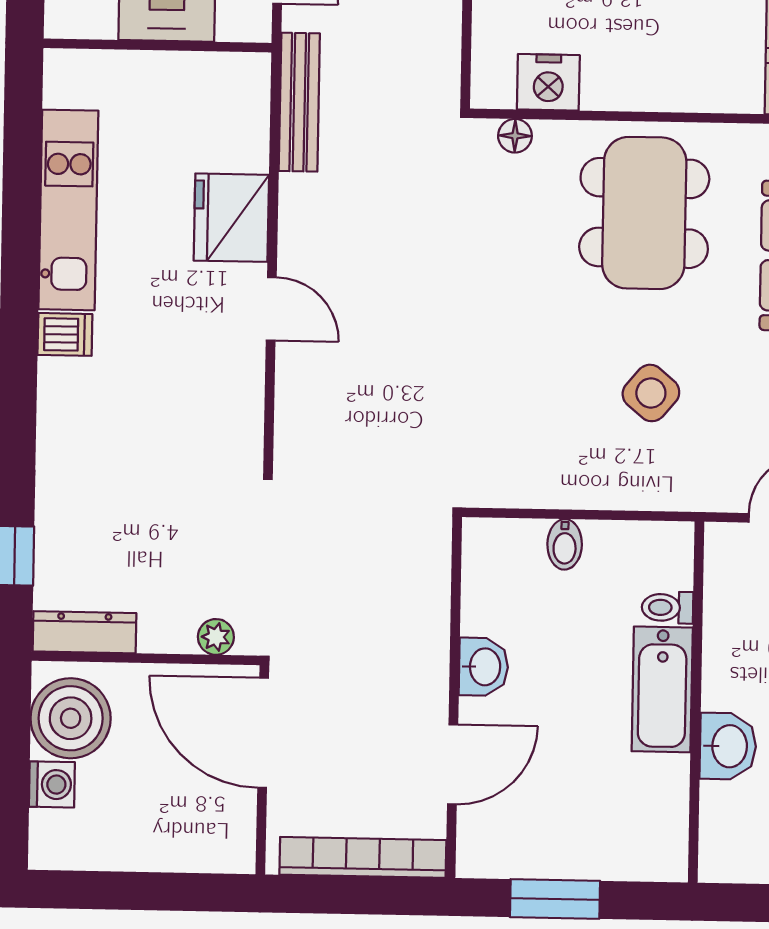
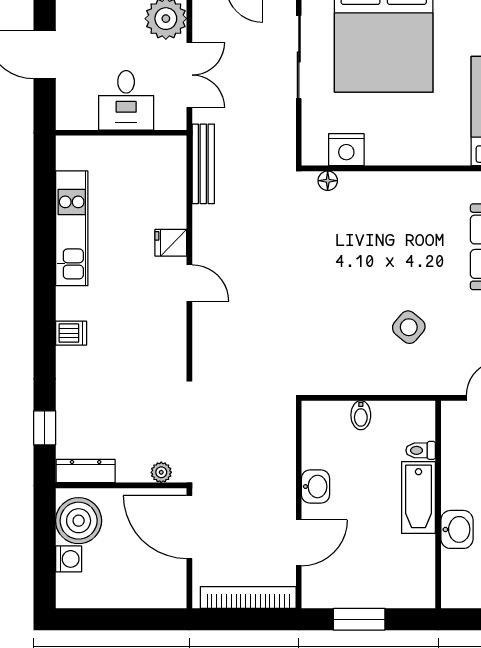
dining table: (644, 213) -> (403, 224), removed
fridge: (231, 218) -> (171, 243), width x0.53, depth x0.75
dishwasher: (65, 334) -> (71, 333), moved

